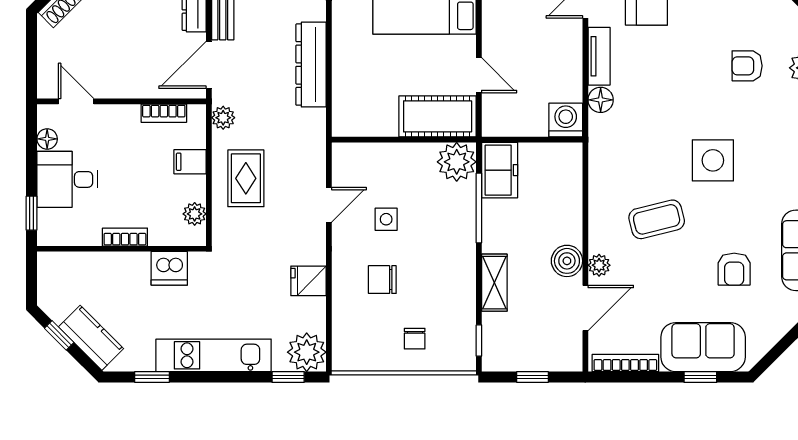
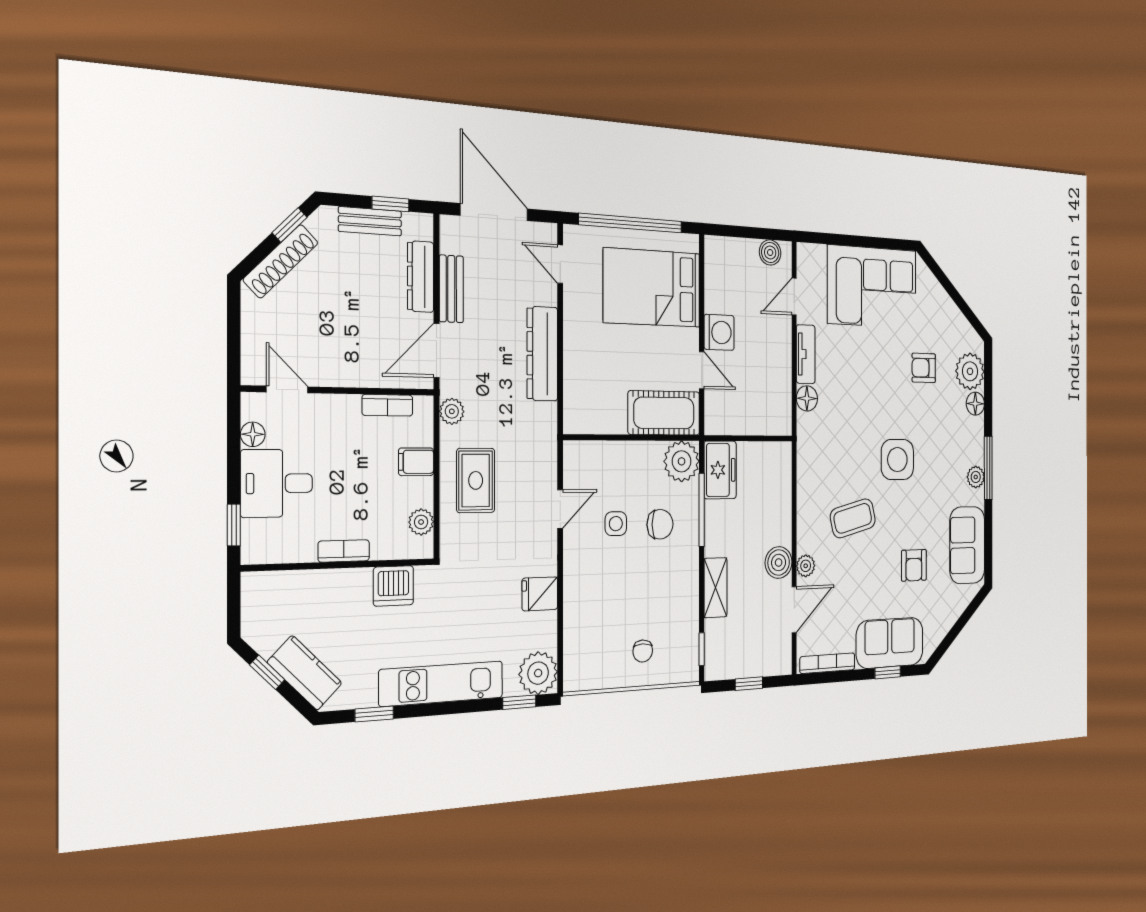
washing machine: (566, 120) -> (719, 332), moved, turned 90
chair: (382, 280) -> (660, 524), moved, turned 180

